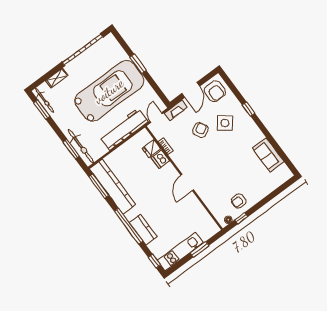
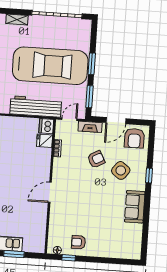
window: (157, 89) -> (89, 97), added
sofa: (268, 155) -> (135, 207), moved
dishwasher: (160, 159) -> (46, 126), moved

